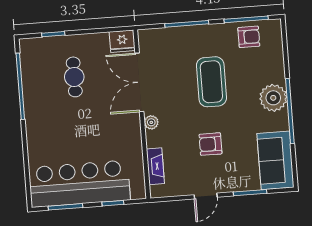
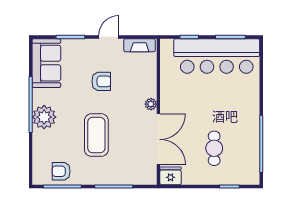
fireplace: (155, 166) -> (140, 45), moved, turned -90

